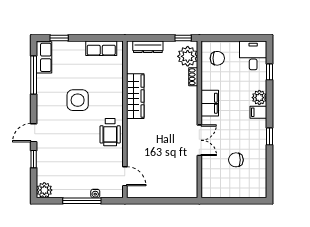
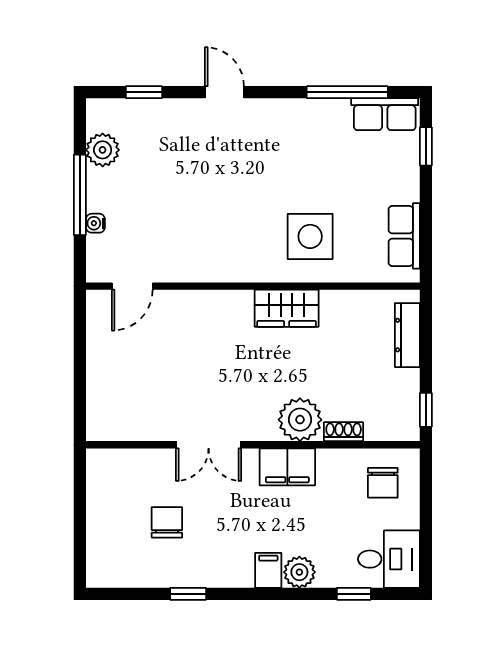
plant: (188, 56) -> (300, 420), moved
wardrobe: (135, 96) -> (287, 308), width x0.67
side table: (78, 100) -> (310, 236), moved
wheelchair: (110, 132) -> (226, 255), removed
window: (269, 136) -> (188, 594), moved
window: (34, 159) -> (144, 92), moved
plant: (44, 190) -> (103, 150), moved

